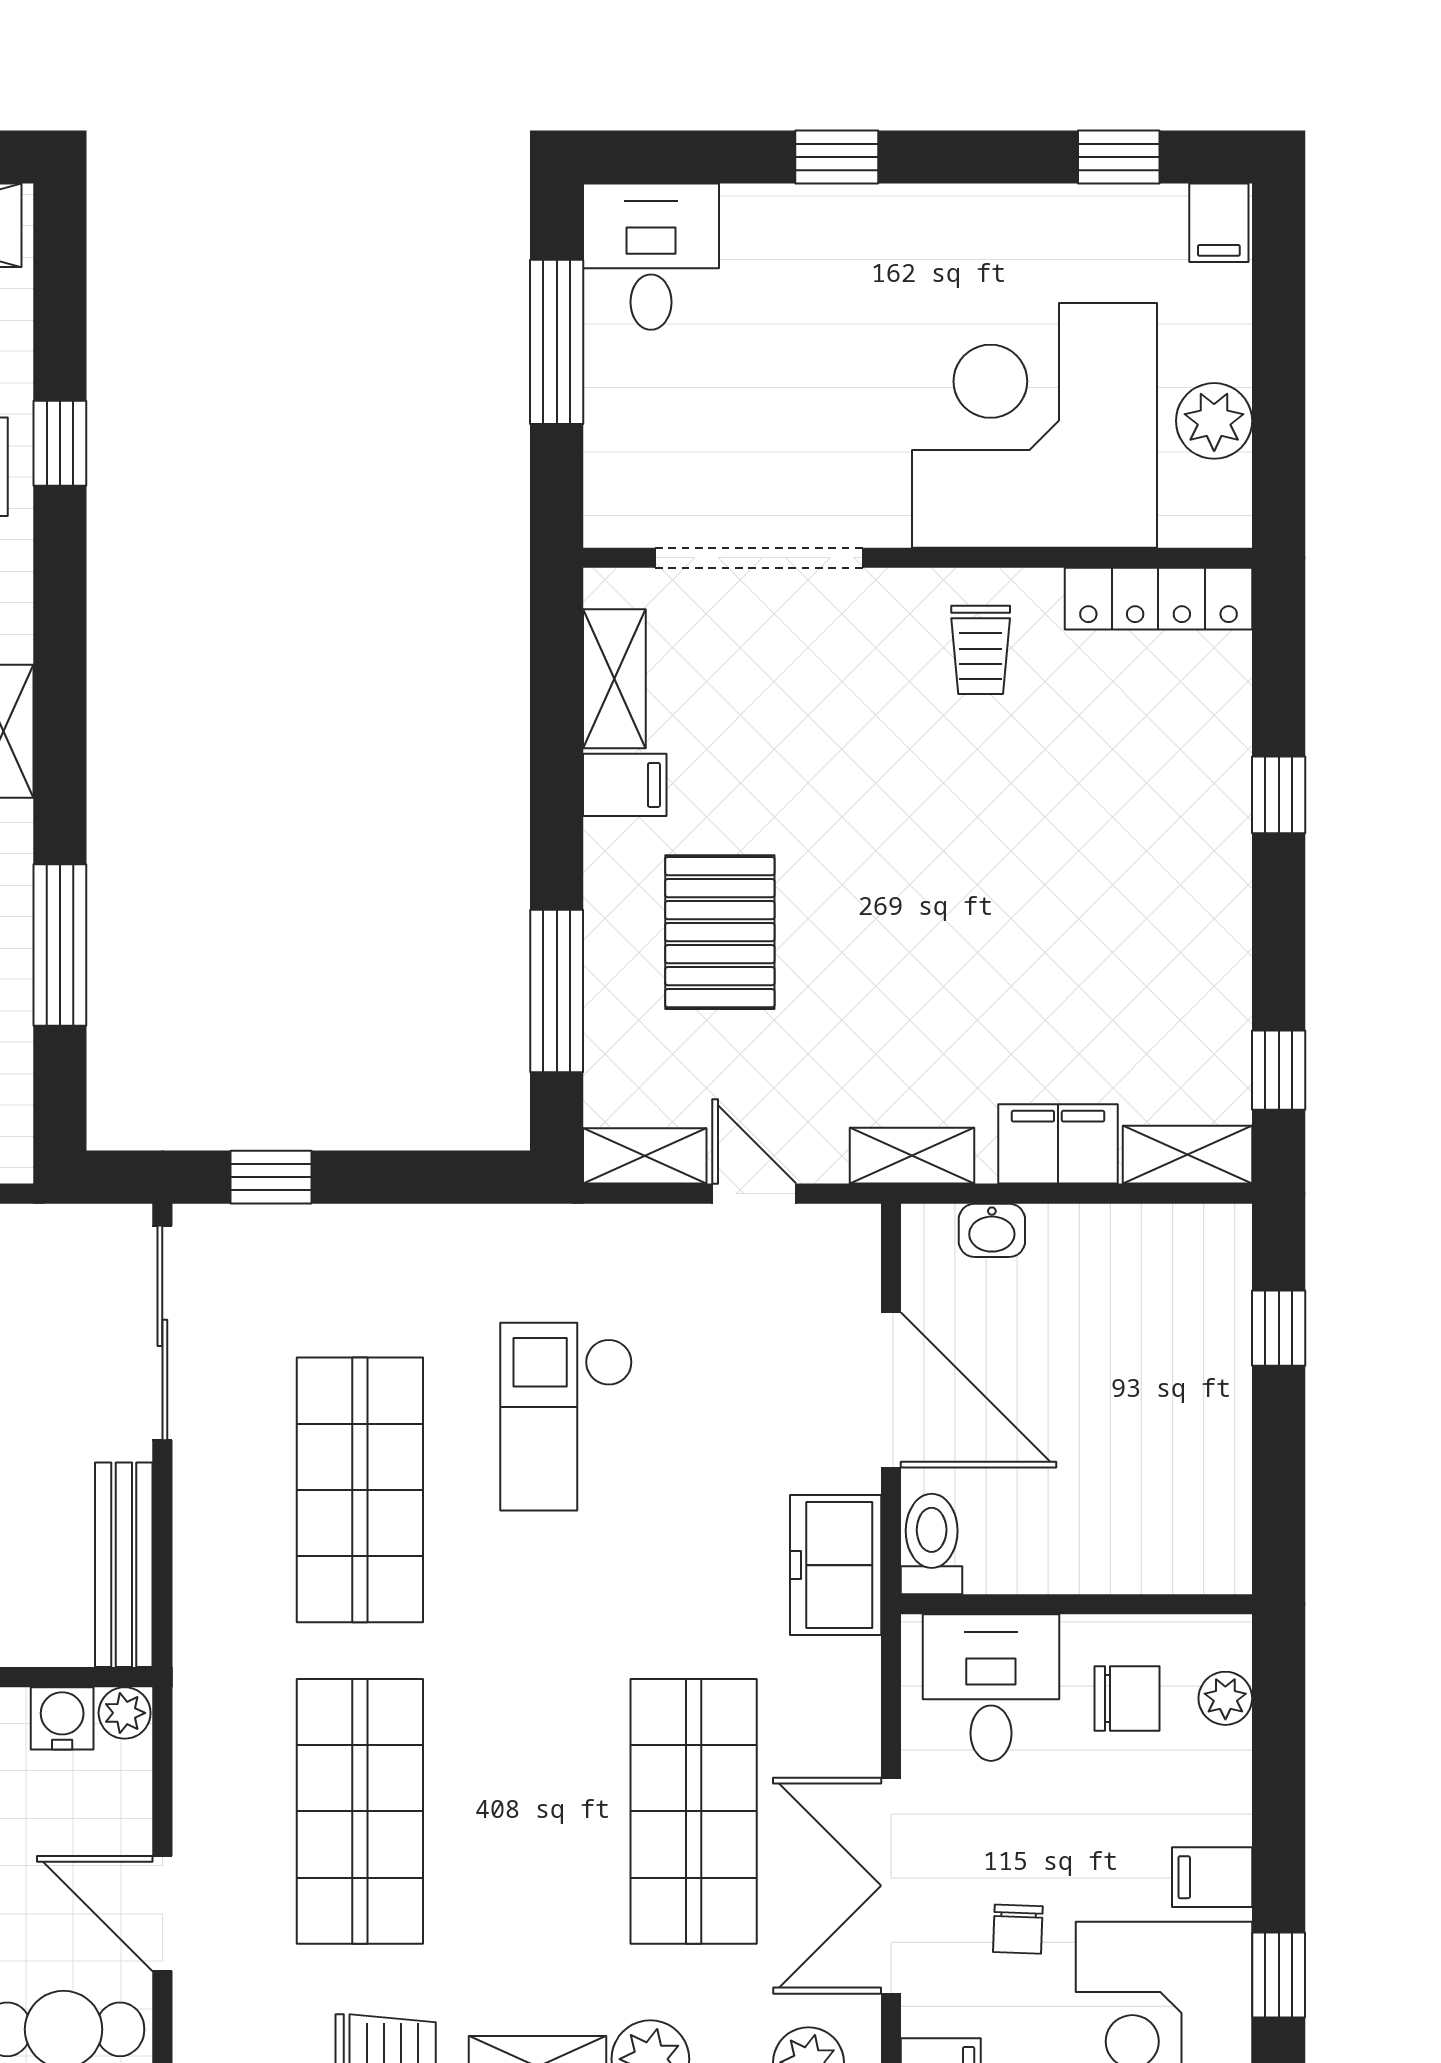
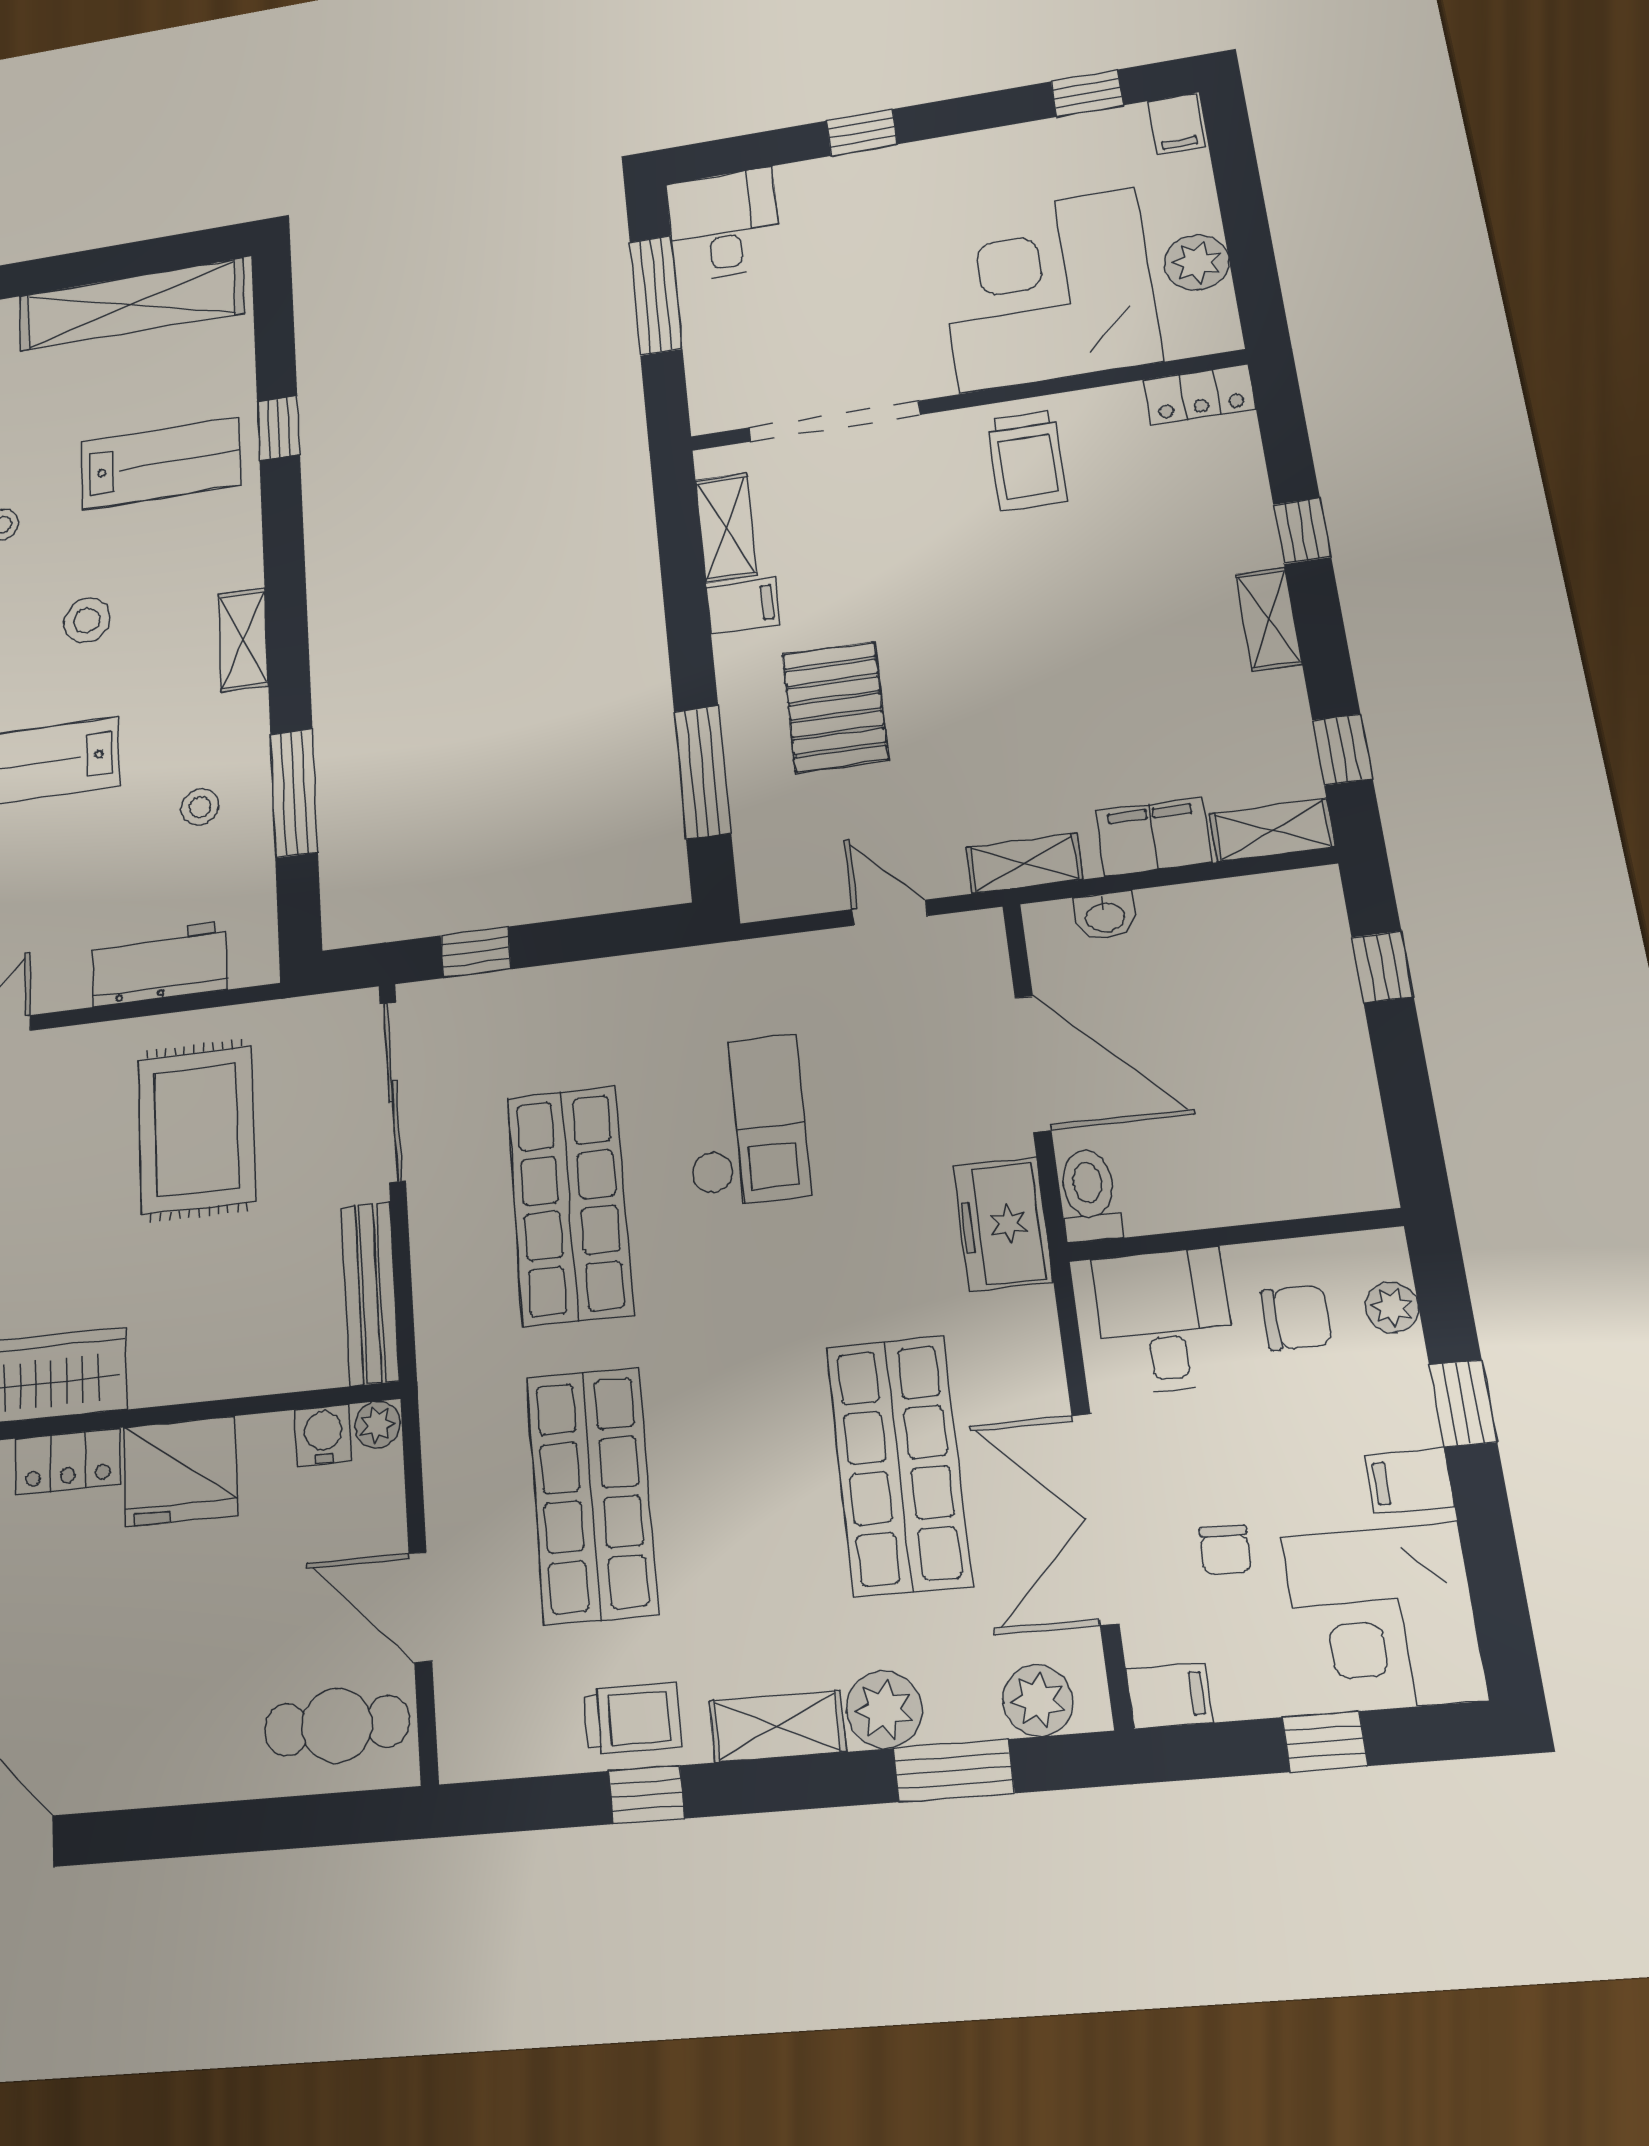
locker: (1158, 599) -> (1199, 394), width x0.66
trolley: (981, 650) -> (1027, 460), width x1.36, depth x1.39
shelving: (645, 1156) -> (1269, 619), moved, turned 90
checkout: (567, 1417) -> (745, 1121), turned 180
window: (1279, 1975) -> (1463, 1403), moved

